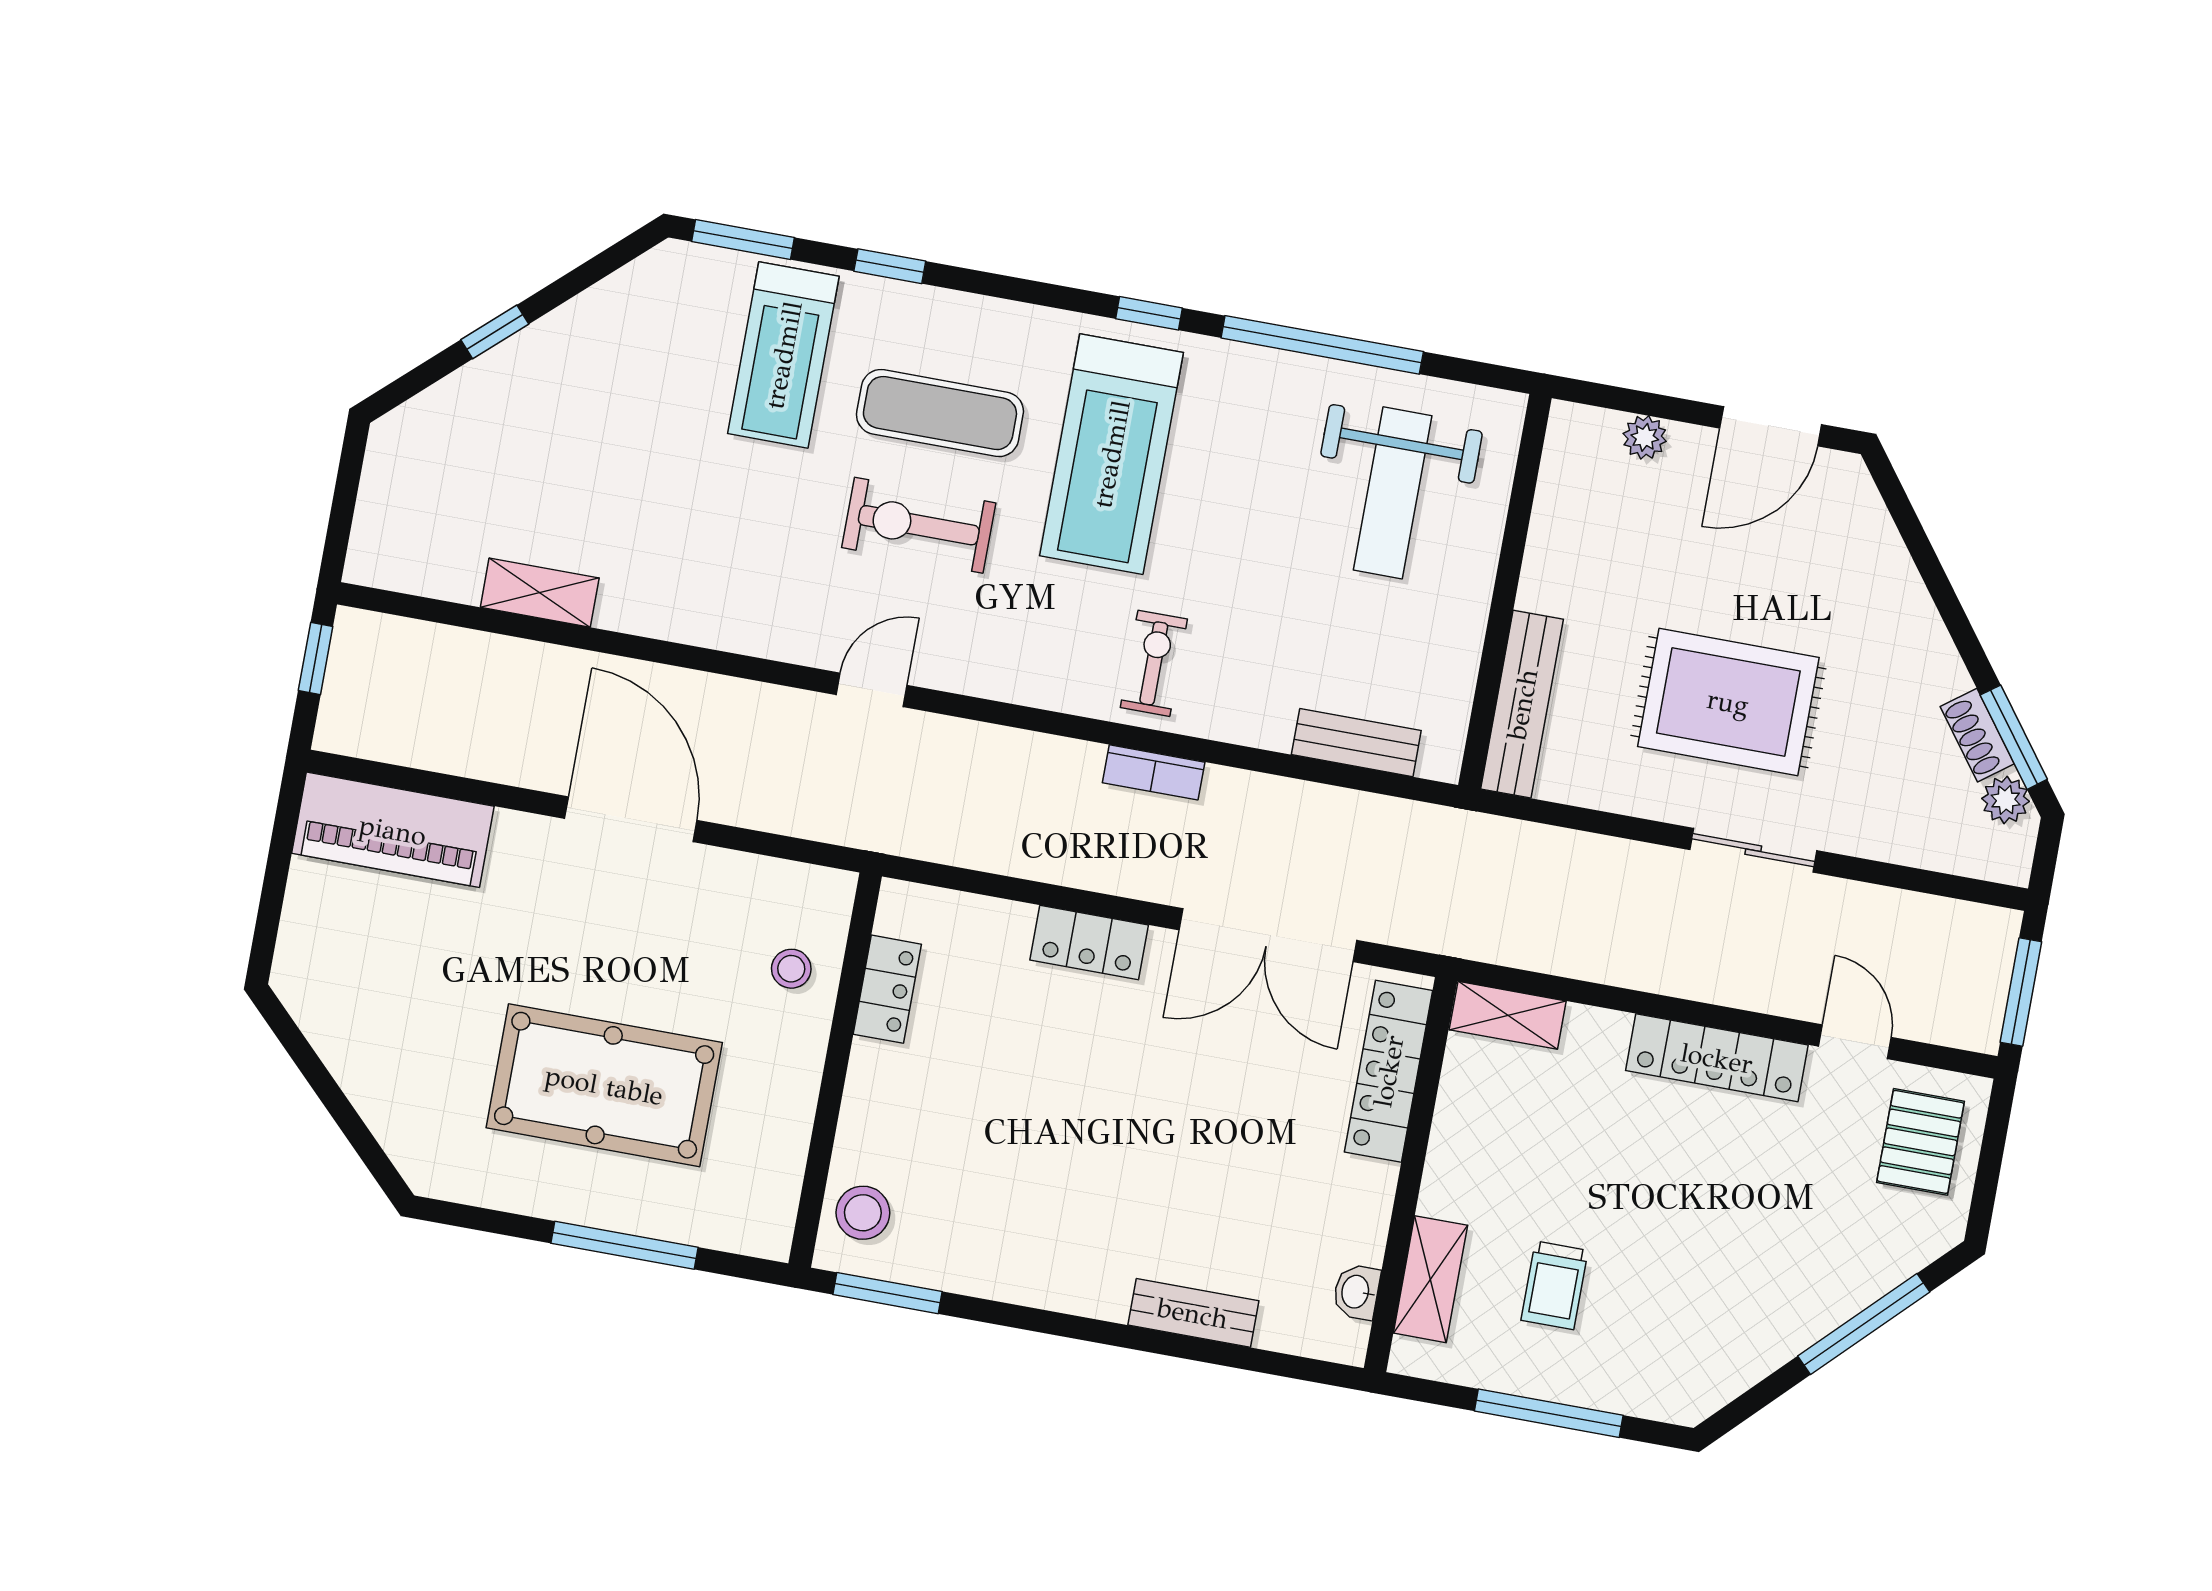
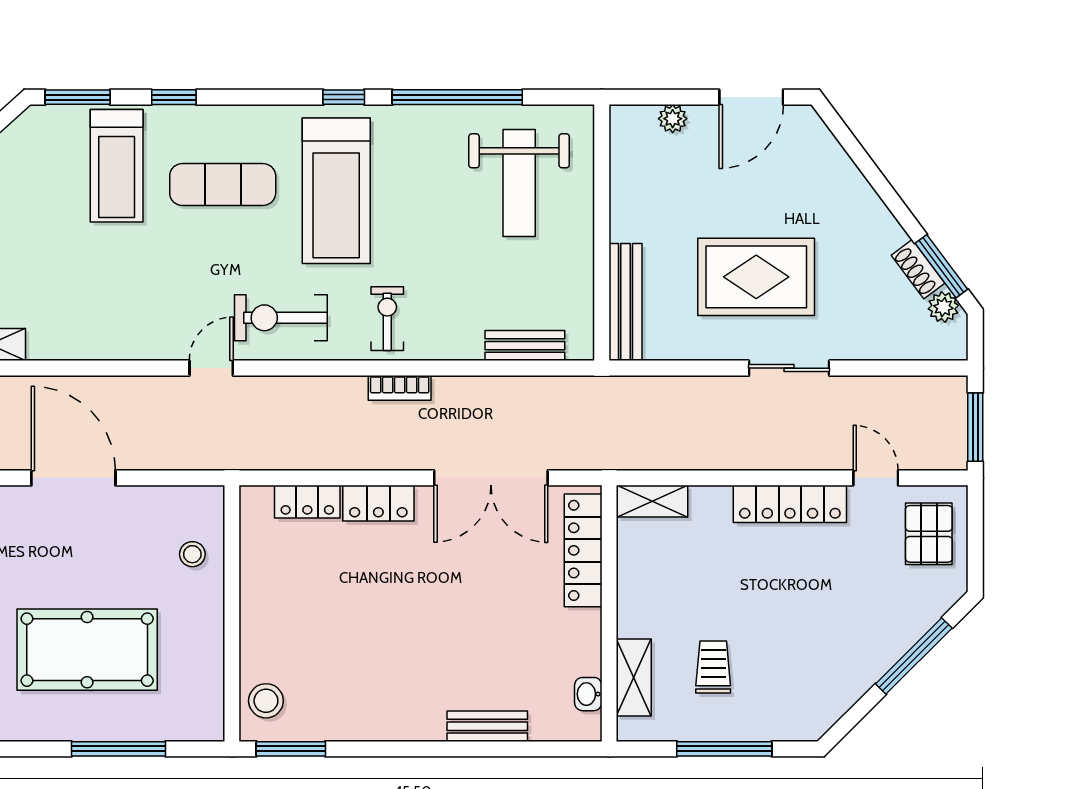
exercise bike: (919, 525) -> (281, 318), moved
locker: (887, 989) -> (307, 502), moved, turned 90
trolley: (1555, 1285) -> (713, 667), turned 180

